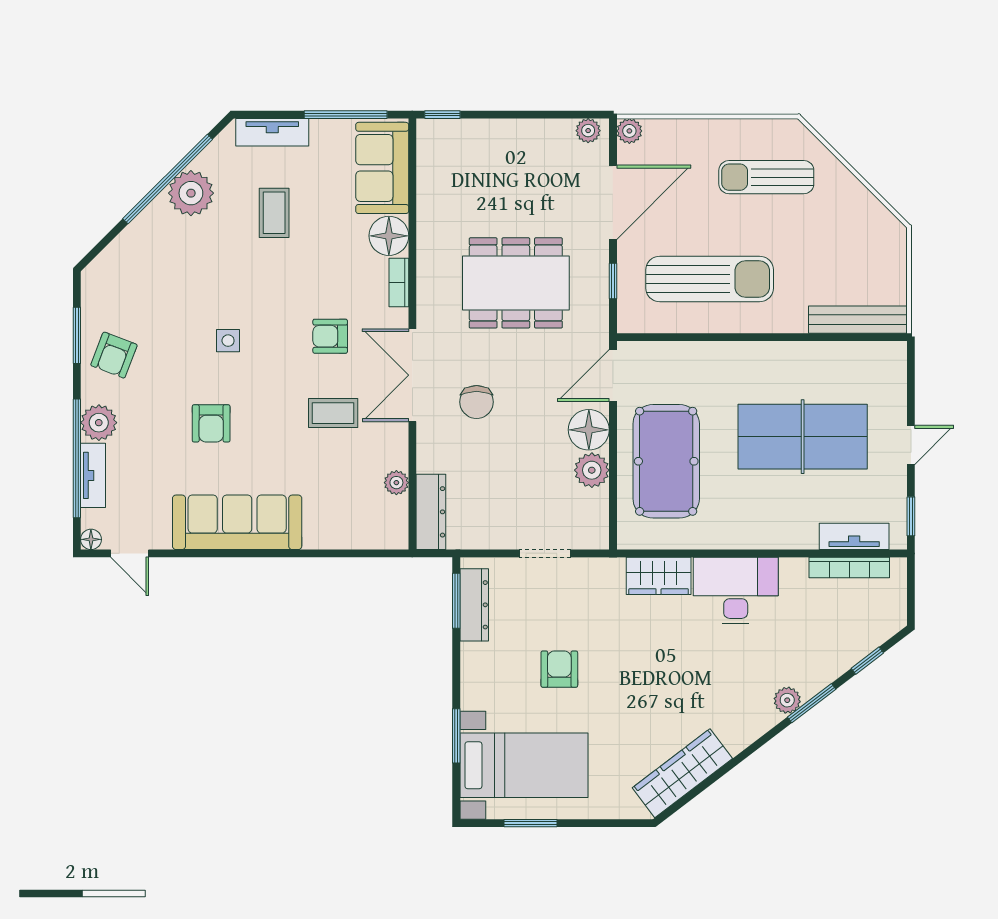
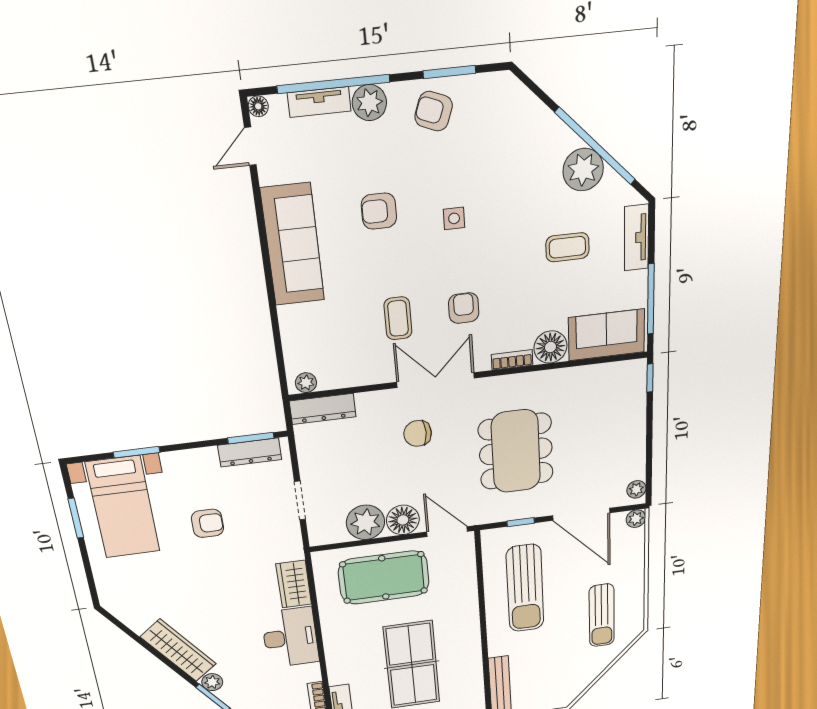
sun lounger: (766, 177) -> (602, 615), turned 180
plant: (592, 470) -> (366, 522), width x1.36, depth x1.36
plant: (396, 483) -> (306, 383), moved
wardrobe: (682, 773) -> (178, 650), moved

